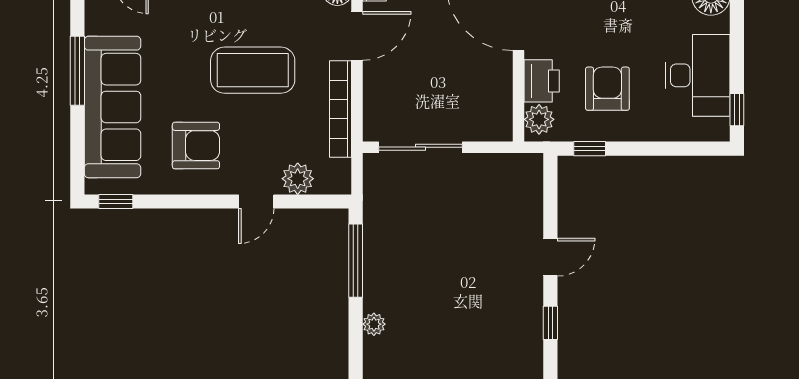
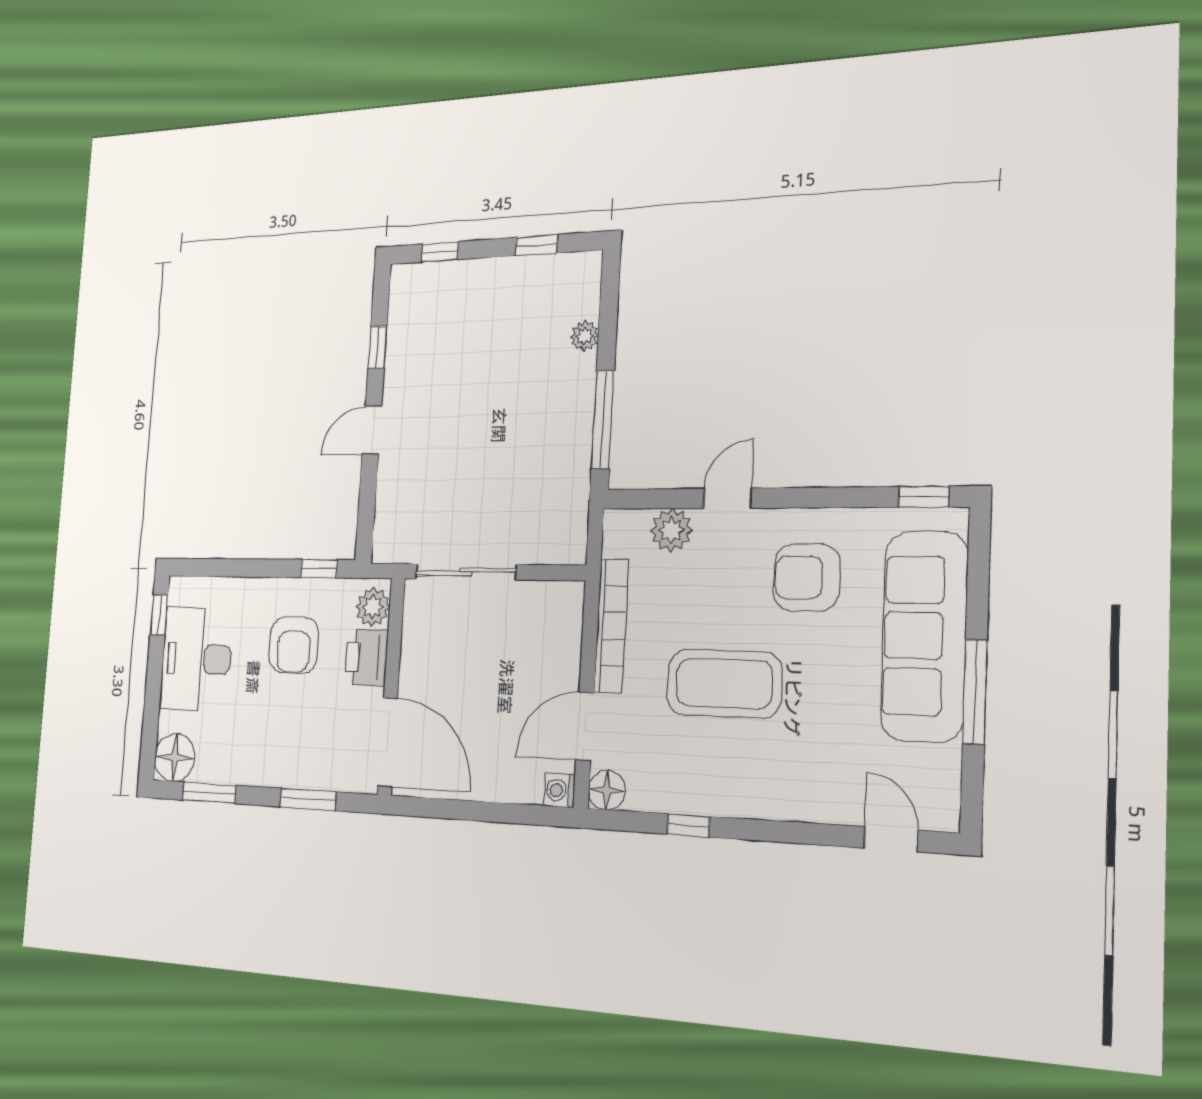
sliding door: (421, 147) -> (466, 572), moved

